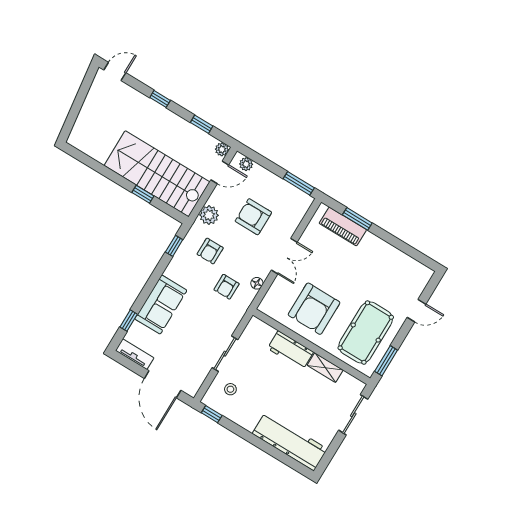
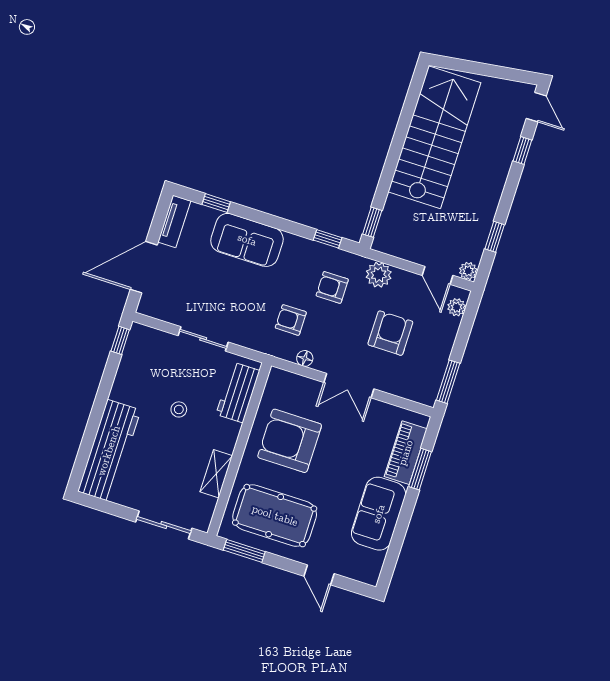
window: (160, 99) -> (522, 150), moved
stairs: (157, 174) -> (434, 137), moved
window: (143, 194) -> (372, 222), moved
sofa: (382, 257) -> (379, 514), added
workbench: (290, 350) -> (238, 392), moved
stool: (230, 389) -> (179, 409), moved

